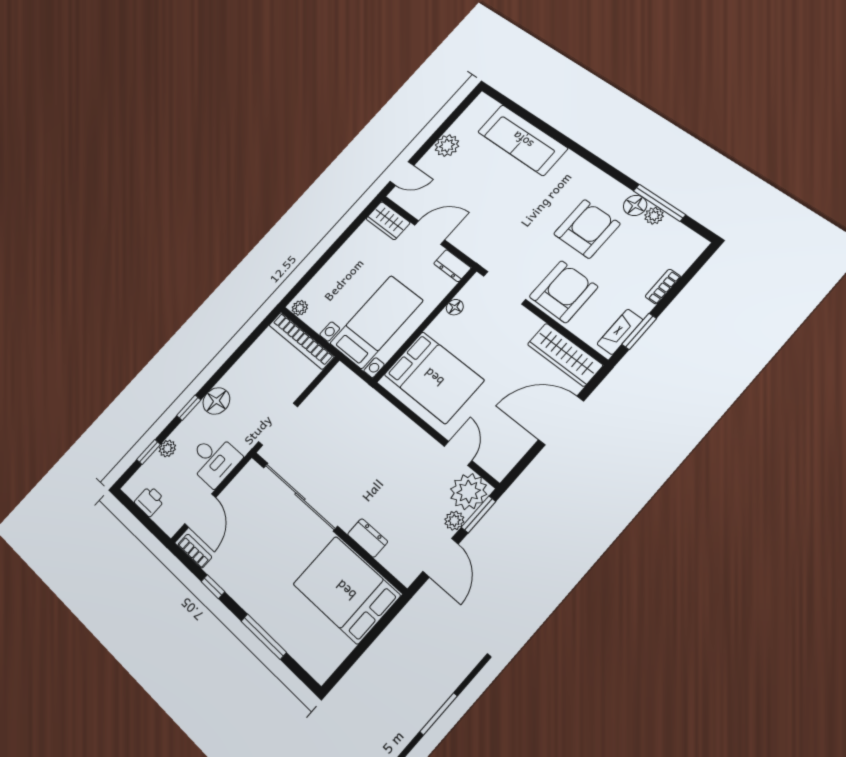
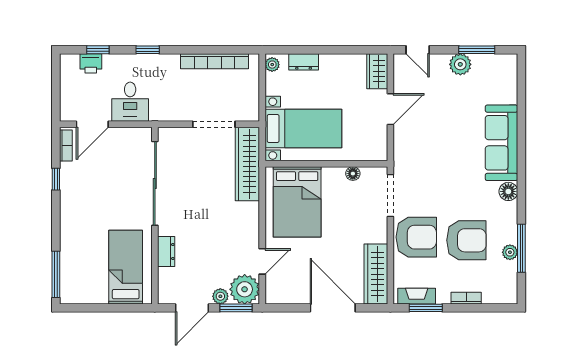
window: (448, 123) -> (477, 50), added
sofa: (523, 140) -> (501, 143), moved
floor lamp: (635, 205) -> (508, 191), moved
armchair: (587, 229) -> (466, 240), moved
door: (430, 233) -> (390, 109), hinge flipped
dresser: (452, 266) -> (304, 62), moved, turned -90
bookcase: (301, 341) -> (214, 61), moved, turned -90
wardrobe: (361, 397) -> (247, 164), added
floor lamp: (216, 401) -> (167, 65), removed
doorway: (278, 424) -> (214, 124), moved
plant: (167, 448) -> (111, 61), removed
printer: (150, 501) -> (91, 63), moved, turned 90
bed: (346, 590) -> (126, 267), width x0.67
window: (264, 637) -> (56, 274), moved

